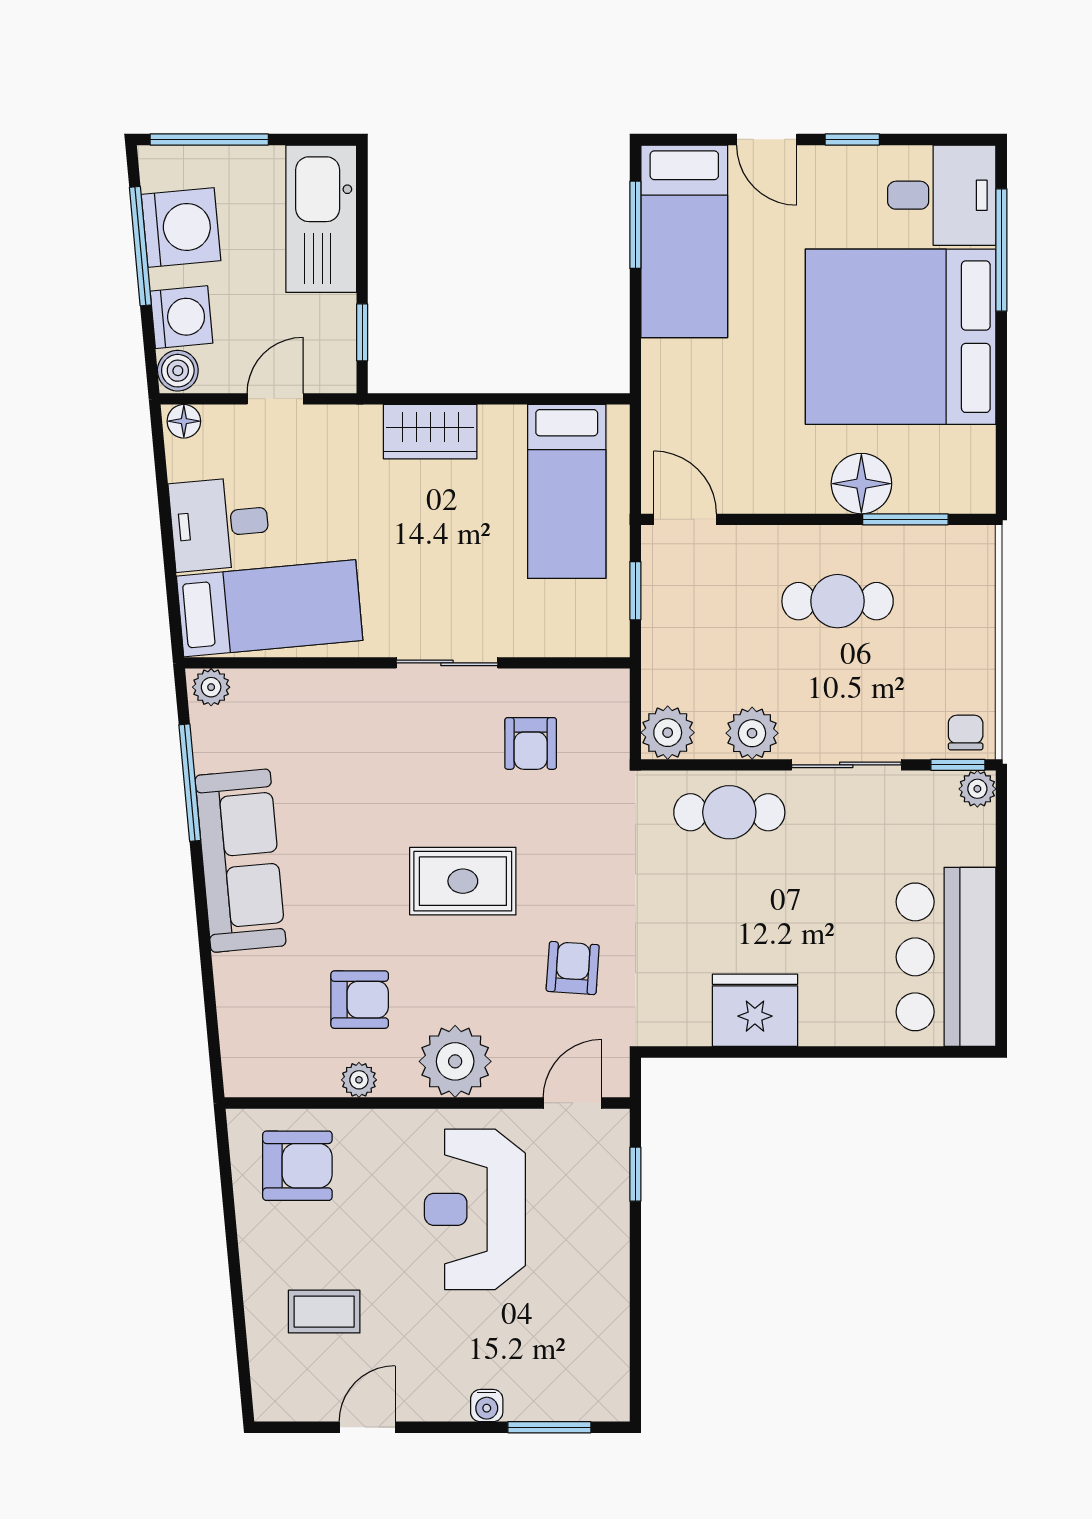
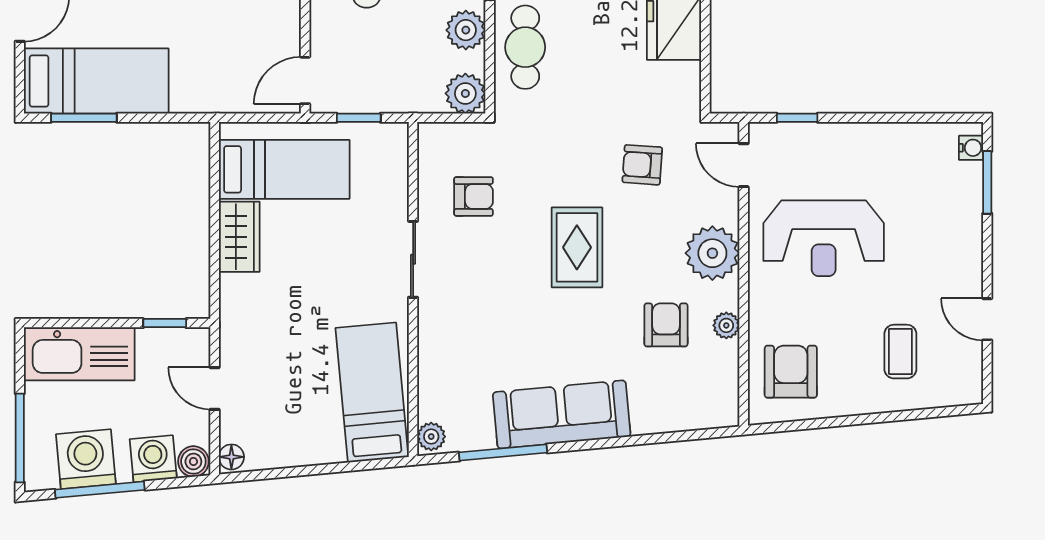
wardrobe: (430, 432) -> (239, 237), moved
desk: (220, 524) -> (308, 430), removed
water cooler: (487, 1406) -> (971, 148), moved

